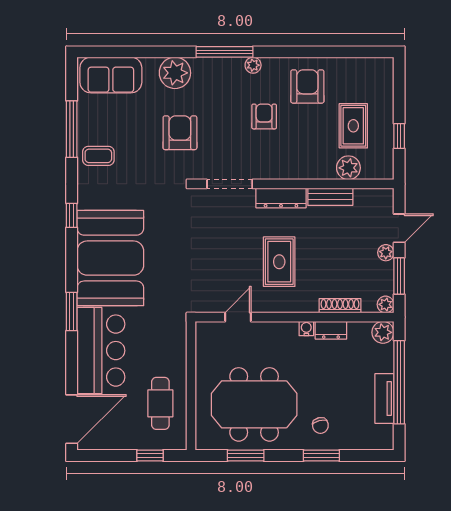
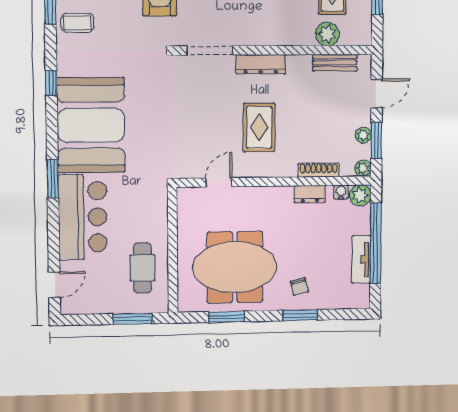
bench: (330, 197) -> (335, 63), moved
plant: (386, 253) -> (363, 135), moved
water cooler: (306, 329) -> (341, 192), moved
door: (72, 419) -> (54, 285), width x0.53
window: (150, 456) -> (133, 319), width x1.50

